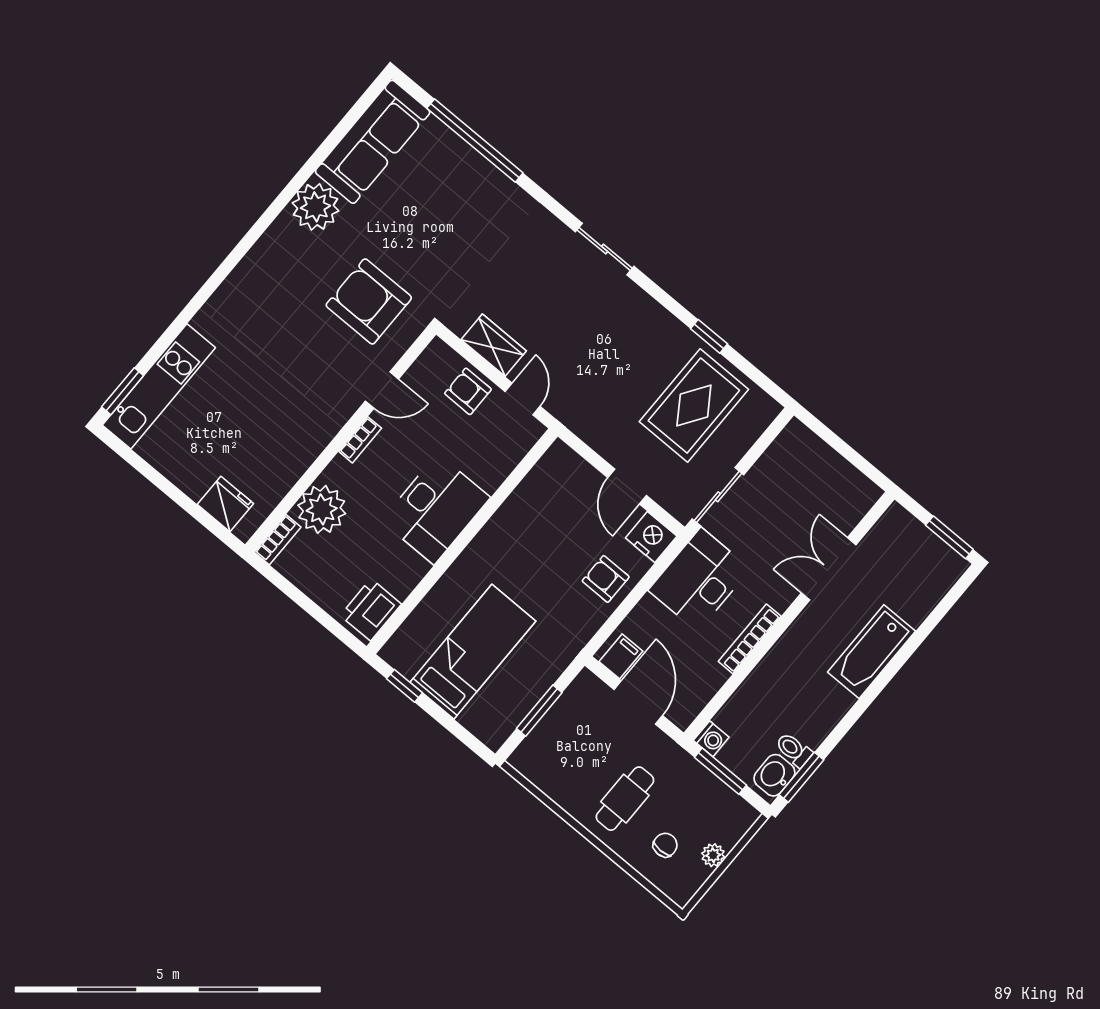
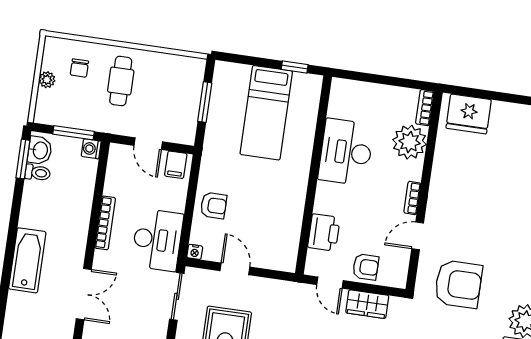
fridge: (225, 504) -> (469, 114), width x1.36, depth x1.34
desk: (436, 509) -> (346, 152), moved
nightstand: (651, 537) -> (195, 252), width x0.53, depth x0.56
printer: (371, 610) -> (324, 232), moved
door: (638, 702) -> (148, 144), width x0.73

